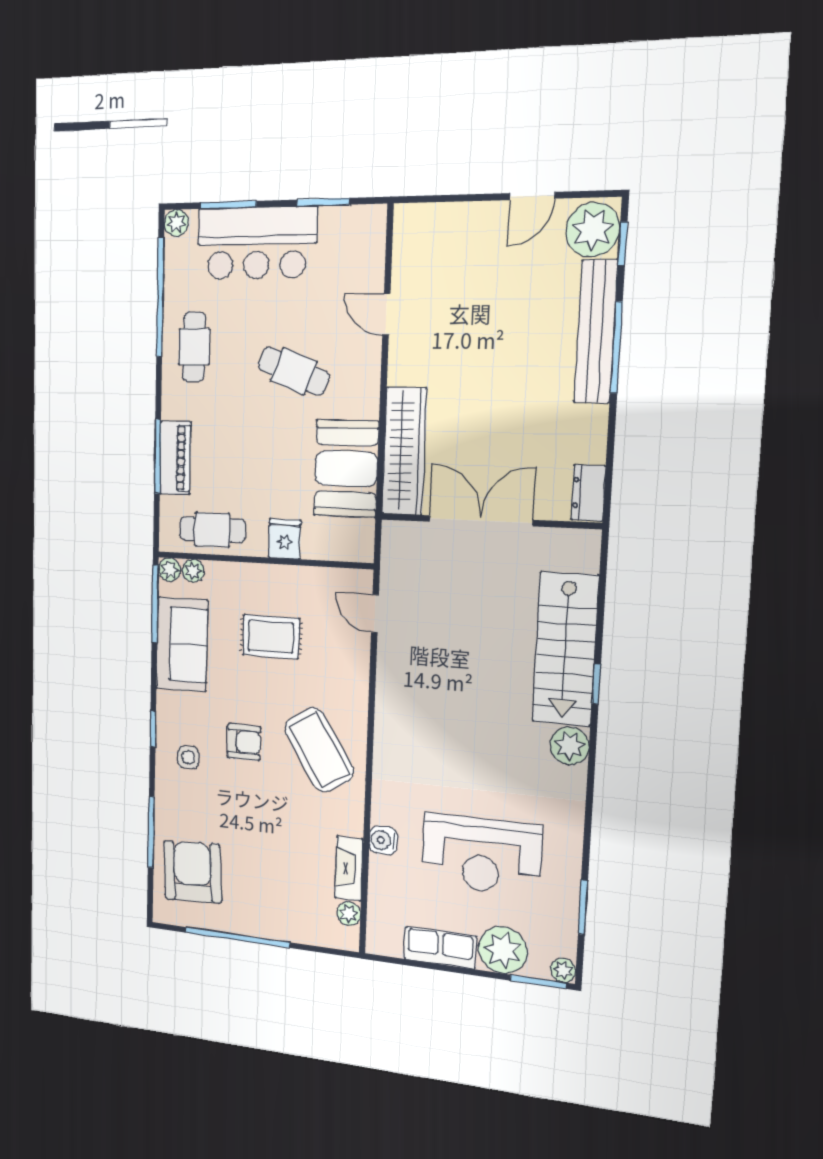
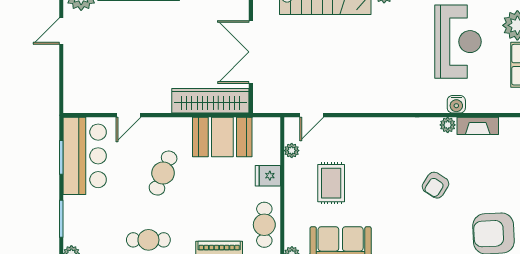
door: (532, 196) -> (61, 31), swing flipped
bar counter: (257, 243) -> (85, 156), moved
plant: (193, 571) -> (292, 151), moved
armchair: (244, 742) -> (436, 185), moved, turned -147
coffee table: (319, 750) -> (402, 149), removed
side table: (188, 757) -> (416, 238), removed
plant: (349, 914) -> (448, 125), moved

